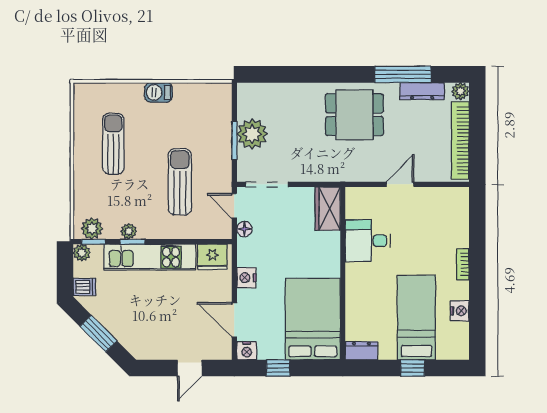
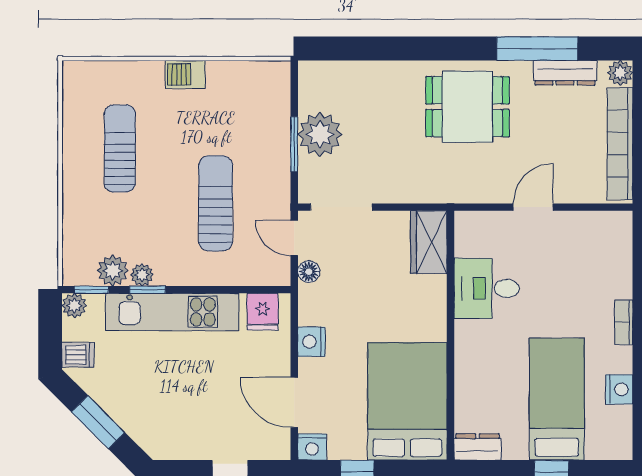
plant: (92, 228) -> (113, 271), moved
fridge: (212, 257) -> (262, 312), width x0.72

